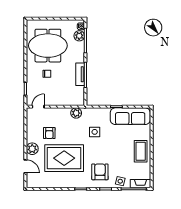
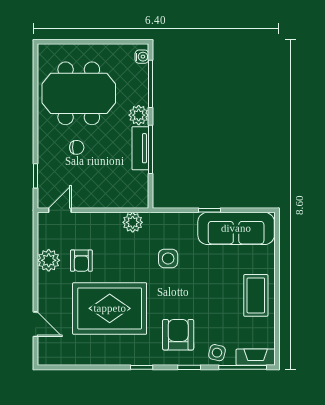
plant: (79, 36) -> (139, 115), moved
plant: (32, 149) -> (49, 260), moved

